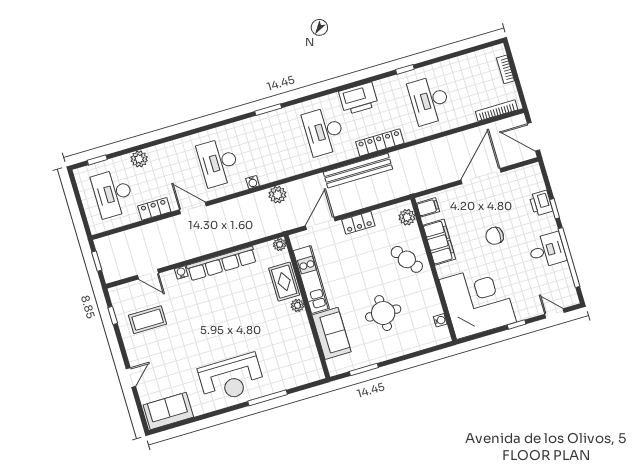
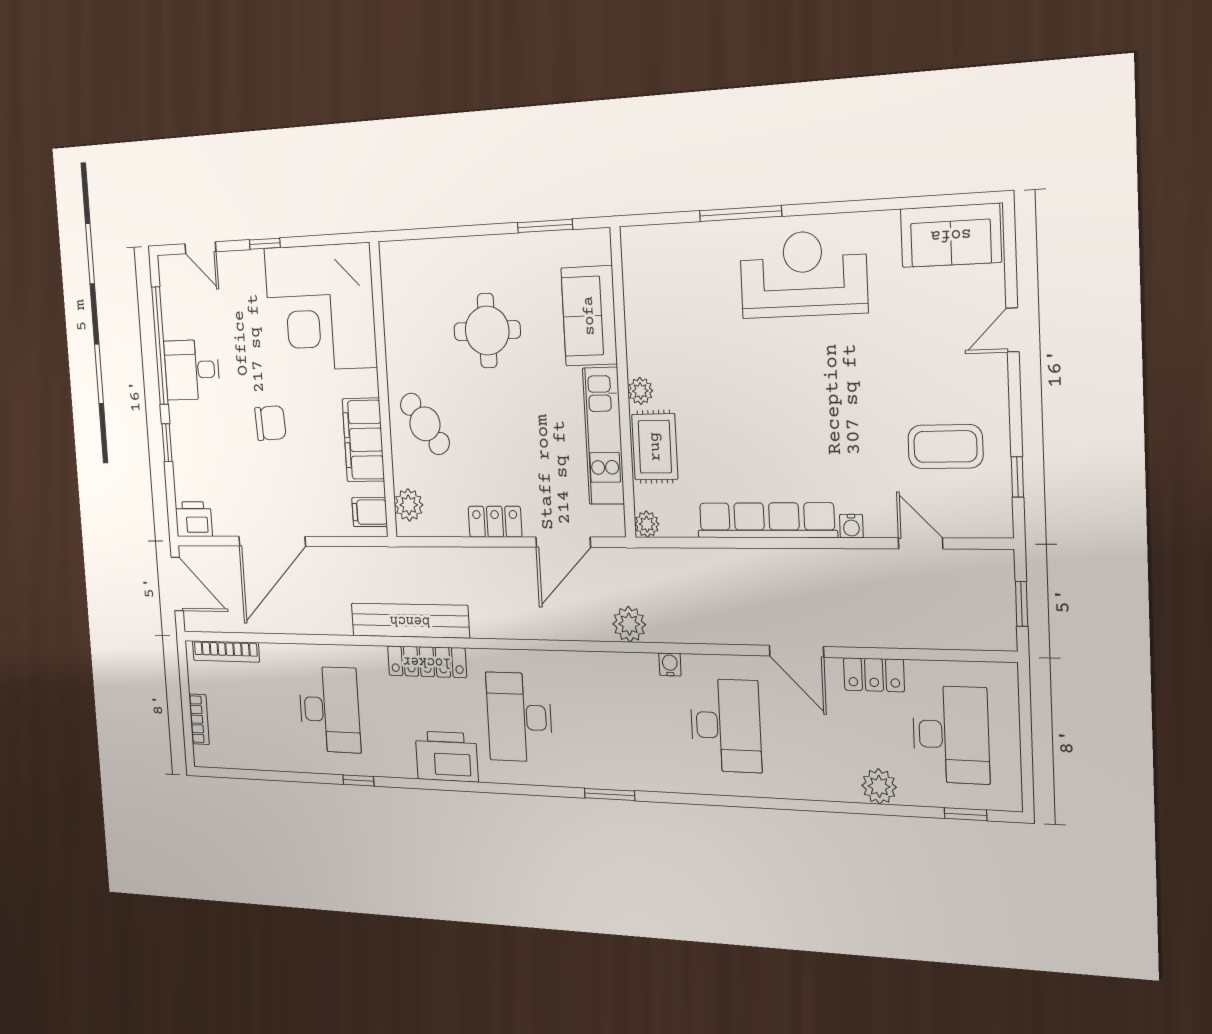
desk: (324, 131) -> (519, 717), turned 180
bench: (358, 171) -> (410, 621), moved
printer: (541, 203) -> (194, 519), moved, turned -90
water cooler: (440, 320) -> (391, 288), removed

